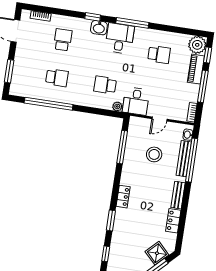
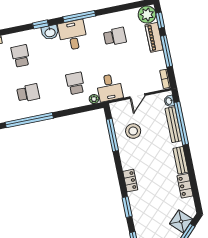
school desk: (105, 85) -> (75, 83), turned 90
stool: (154, 154) -> (133, 131), moved

